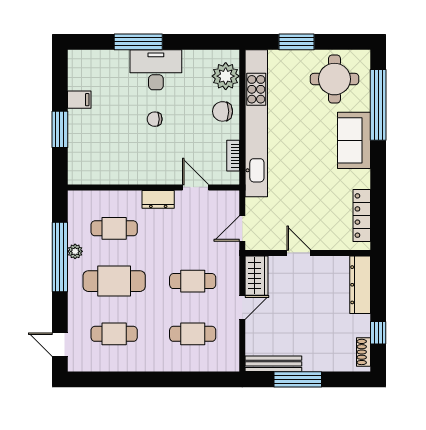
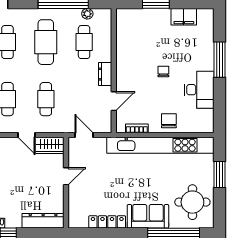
desk: (156, 70) -> (199, 90), moved
plant: (226, 76) -> (195, 123), removed
filing cabinet: (79, 100) -> (184, 17), width x2.00
locker: (362, 216) -> (107, 222), moved
plant: (75, 251) -> (87, 14), moved

